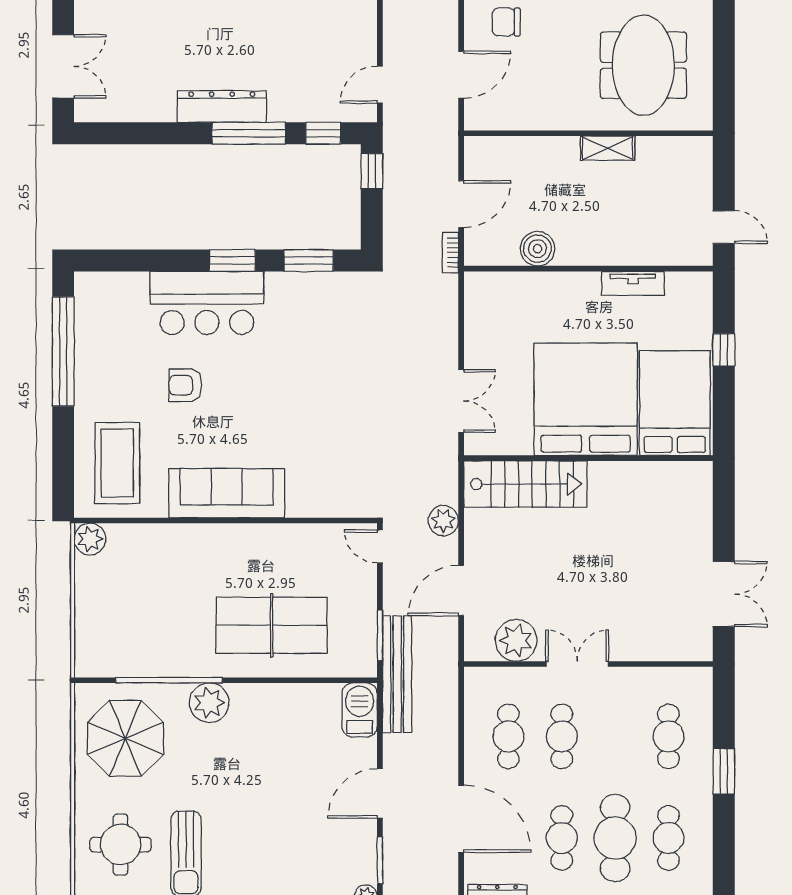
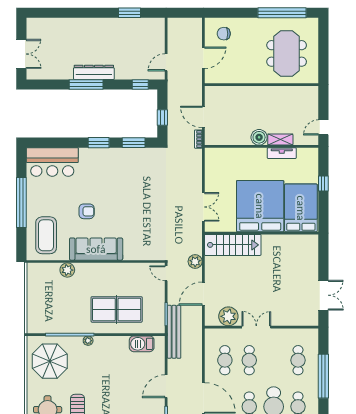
window: (249, 133) -> (86, 85), moved
shelving: (608, 148) -> (280, 140), moved
window: (372, 171) -> (162, 118), moved
door: (461, 204) -> (203, 117), swing flipped
door: (724, 227) -> (323, 127), swing flipped
boiler: (537, 249) -> (259, 137), moved
bar counter: (207, 303) -> (52, 162), moved
window: (63, 352) -> (21, 203), moved
armchair: (185, 385) -> (87, 211), moved, turned 180
plant: (90, 539) -> (67, 270), moved
plant: (209, 703) -> (88, 341), width x0.53, depth x0.53
barbecue: (360, 710) -> (142, 344), moved, turned -90
window: (724, 771) -> (323, 376), width x2.11

